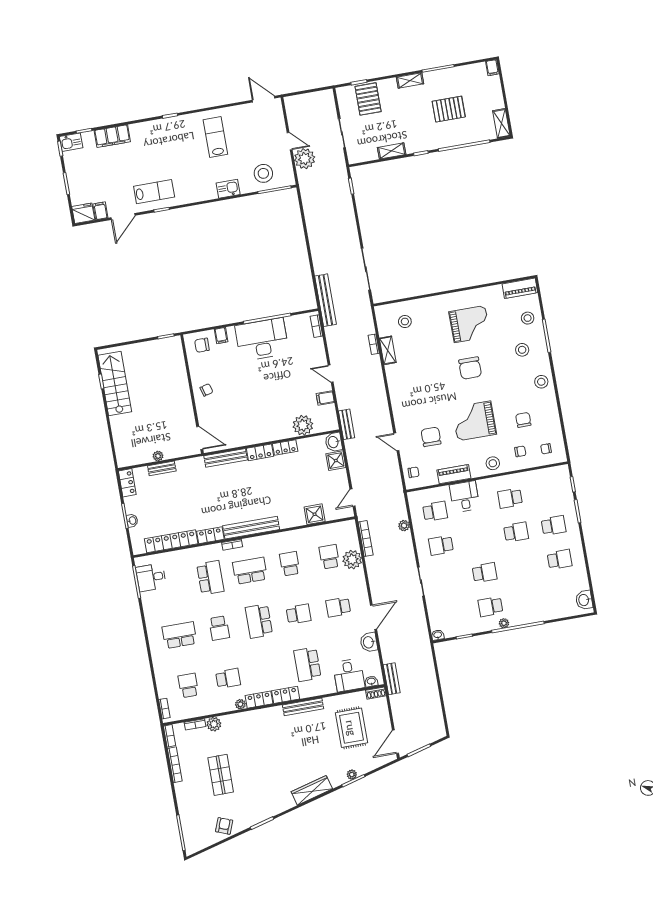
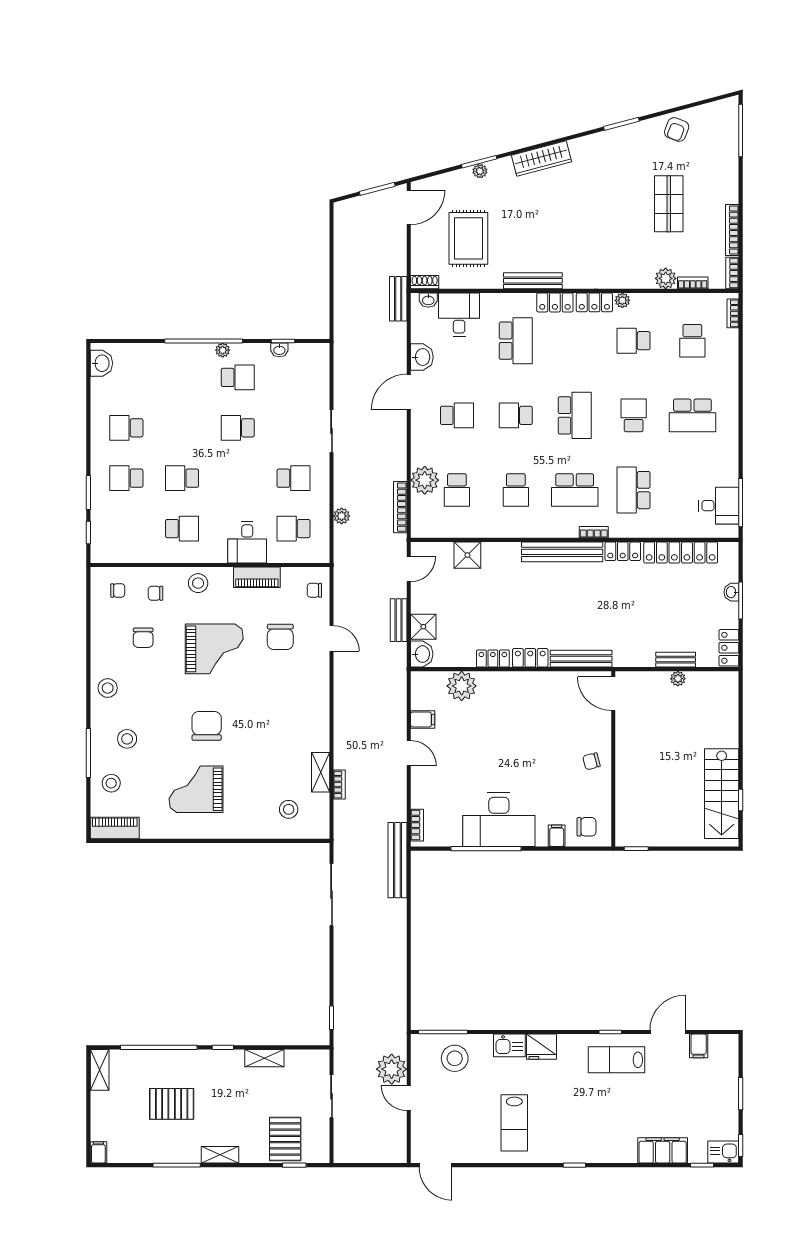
fridge: (83, 213) -> (541, 1047), moved
bench: (347, 424) -> (399, 620), moved
washbasin: (438, 635) -> (279, 350), moved

